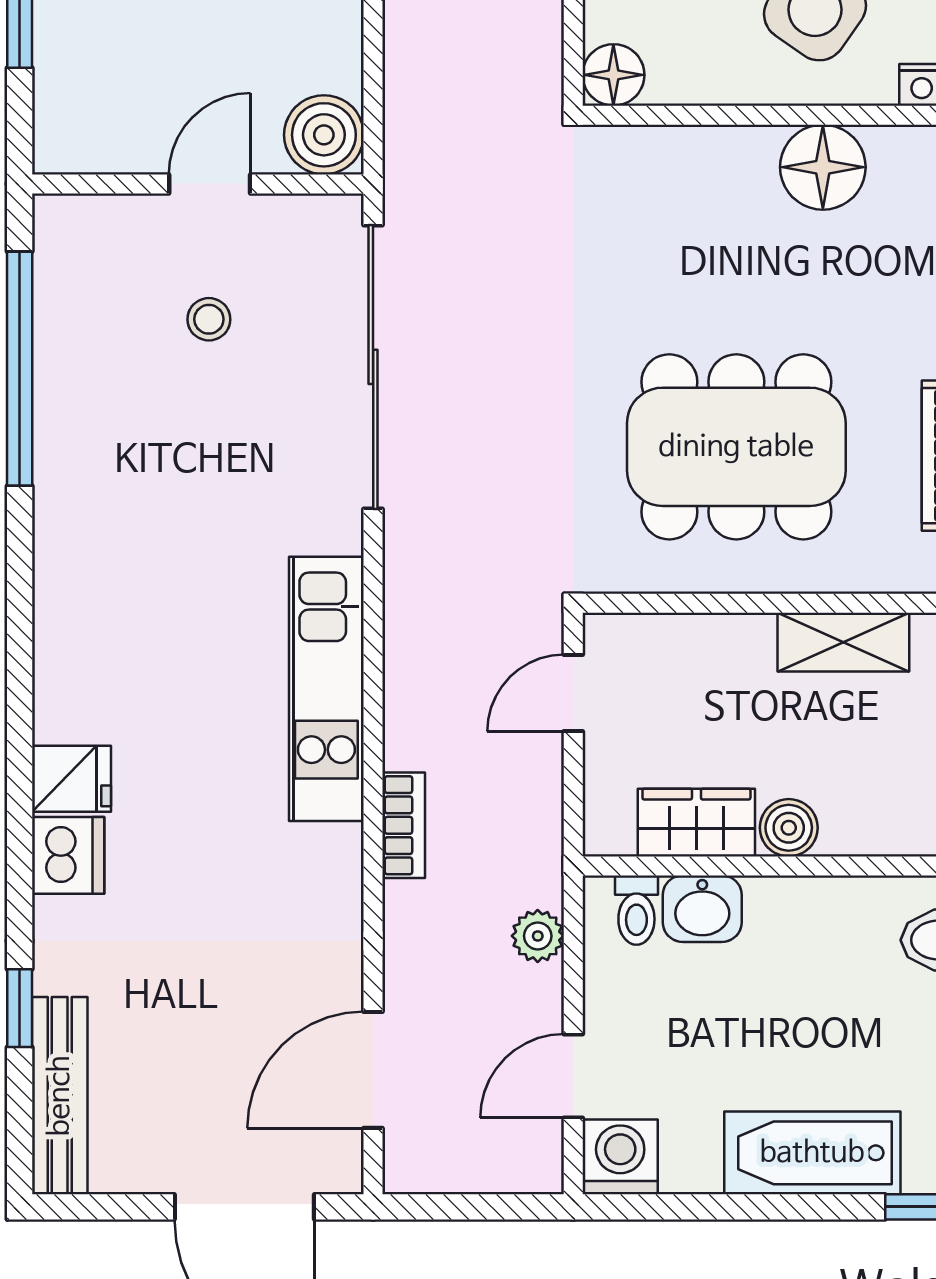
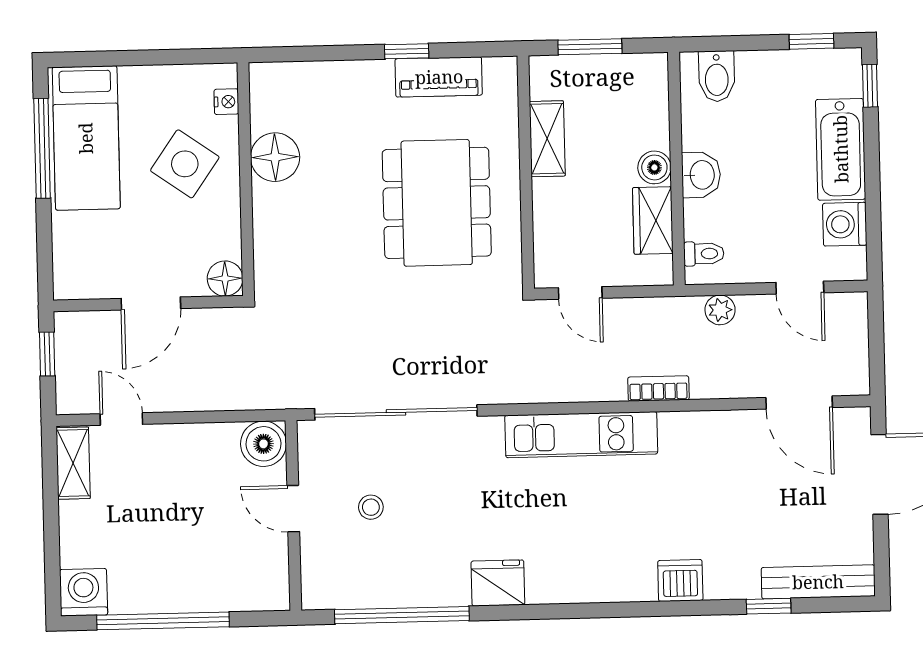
fridge: (71, 779) -> (498, 583), moved, width x1.38
washbasin: (702, 909) -> (701, 175), moved
washing machine: (620, 1157) -> (845, 224), moved

